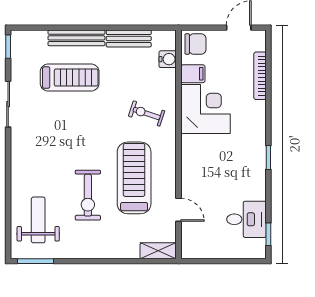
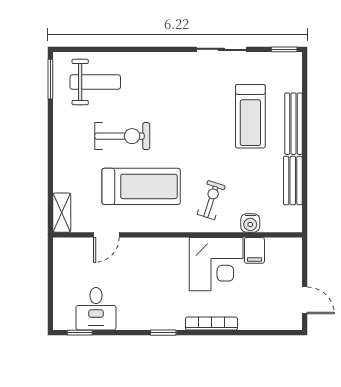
chair: (196, 44) -> (287, 253), removed
water cooler: (168, 59) -> (250, 223), moved
bookcase: (260, 76) -> (211, 324), moved
exercise bike: (88, 195) -> (122, 136), turned 180

